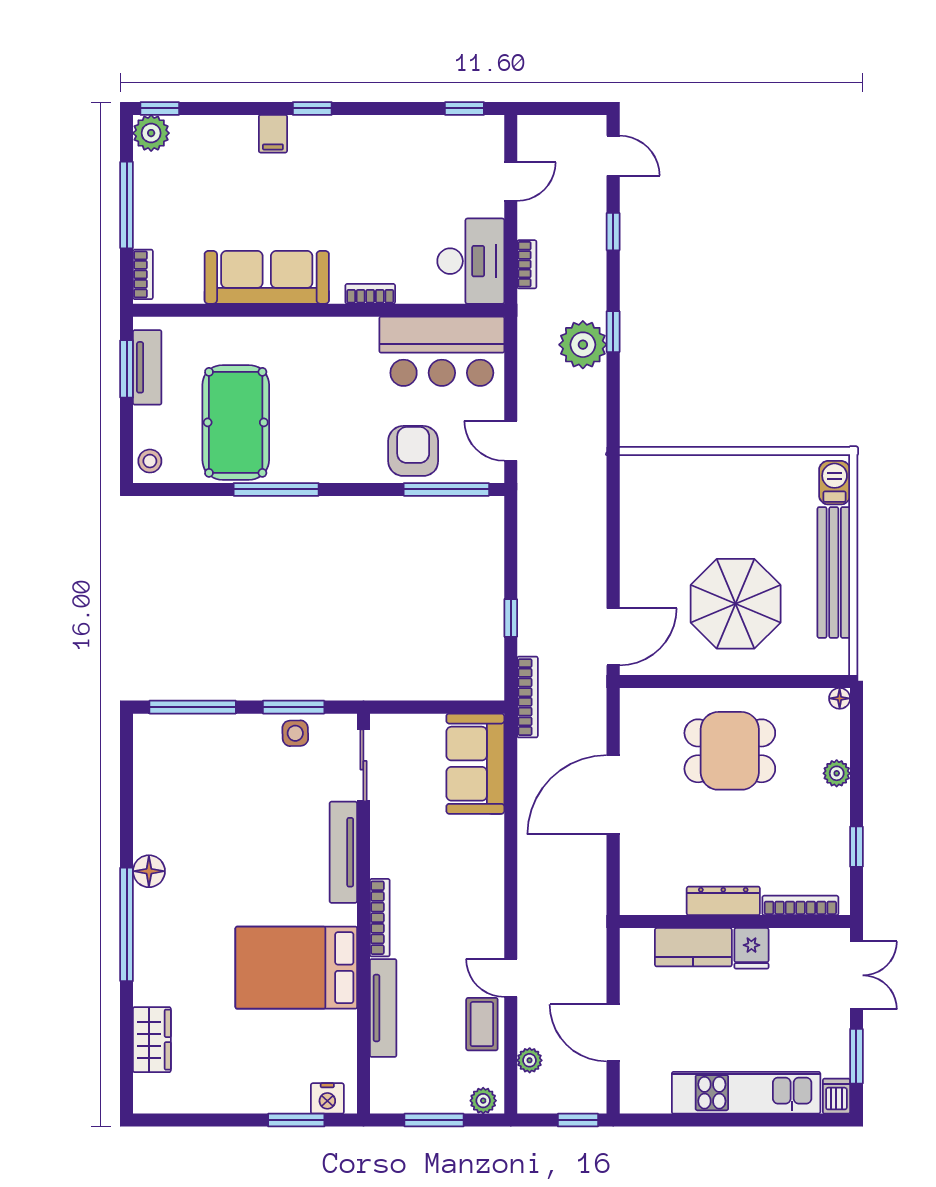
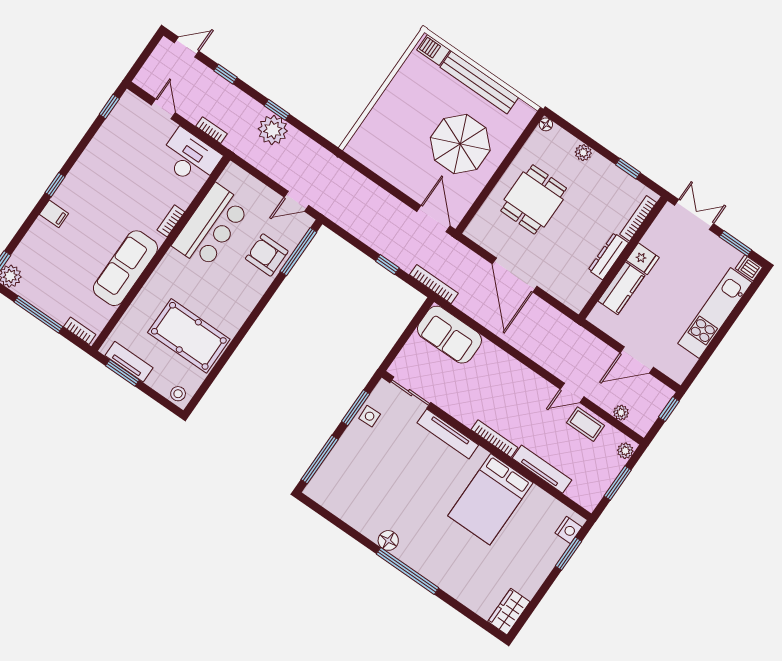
bar counter: (442, 351) -> (211, 226), moved
window: (276, 489) -> (238, 339), removed
wardrobe: (152, 1040) -> (509, 612), moved, turned -90

